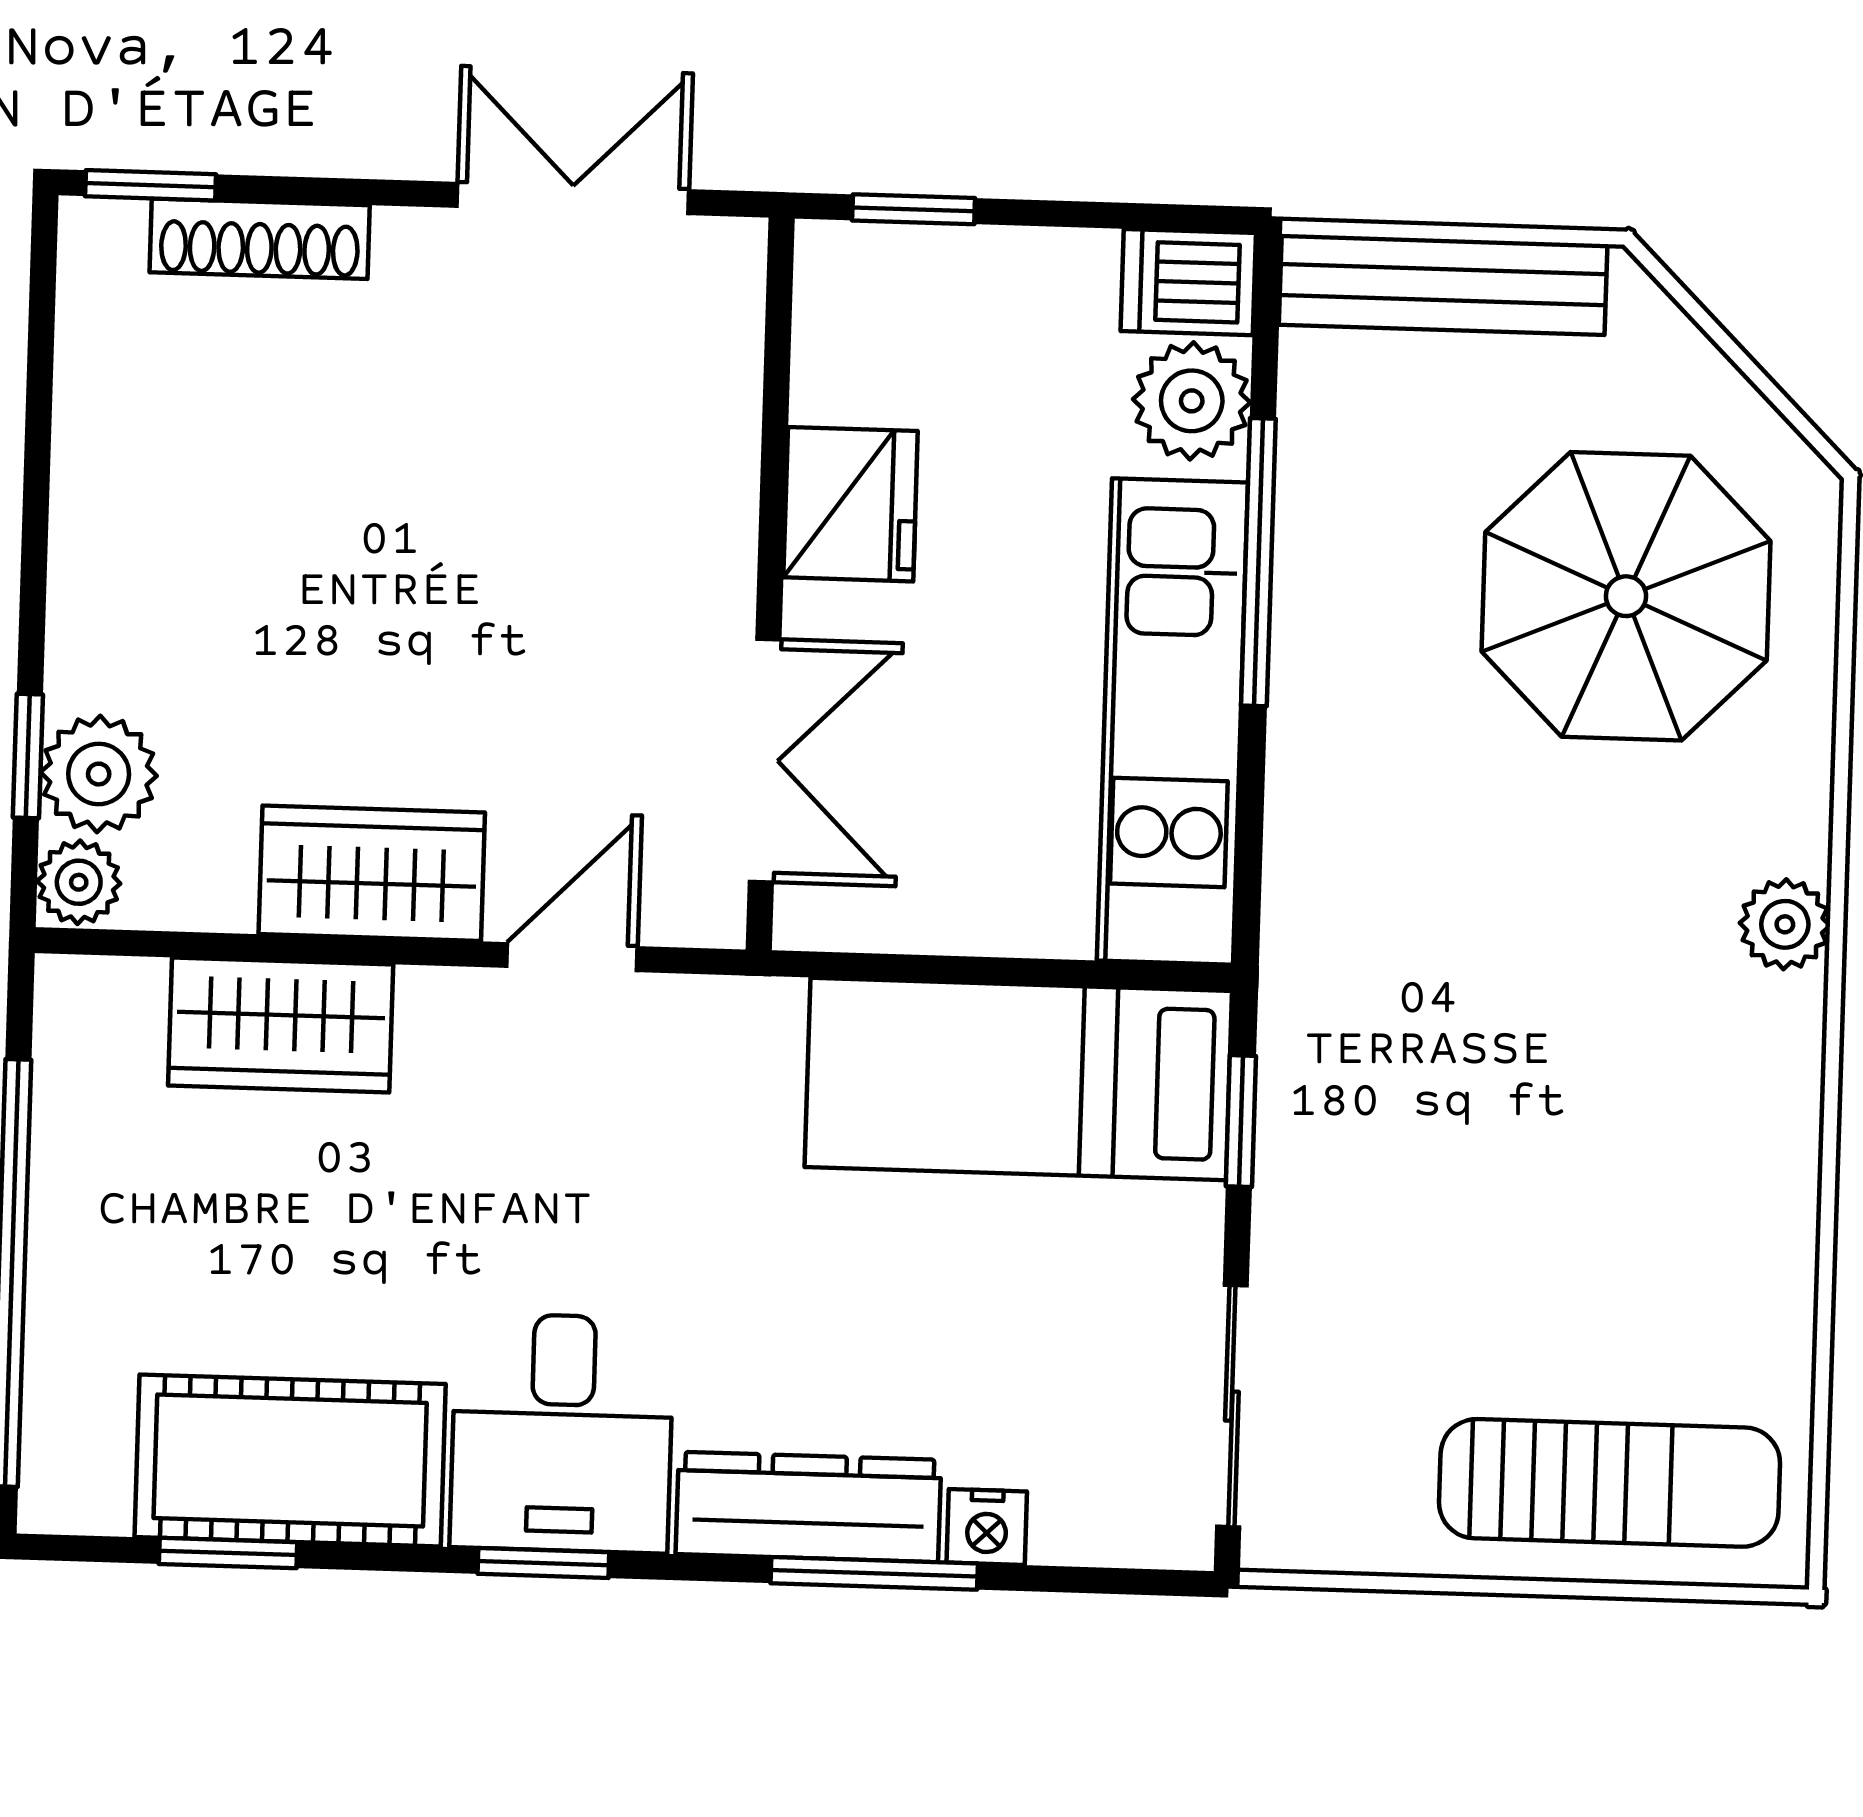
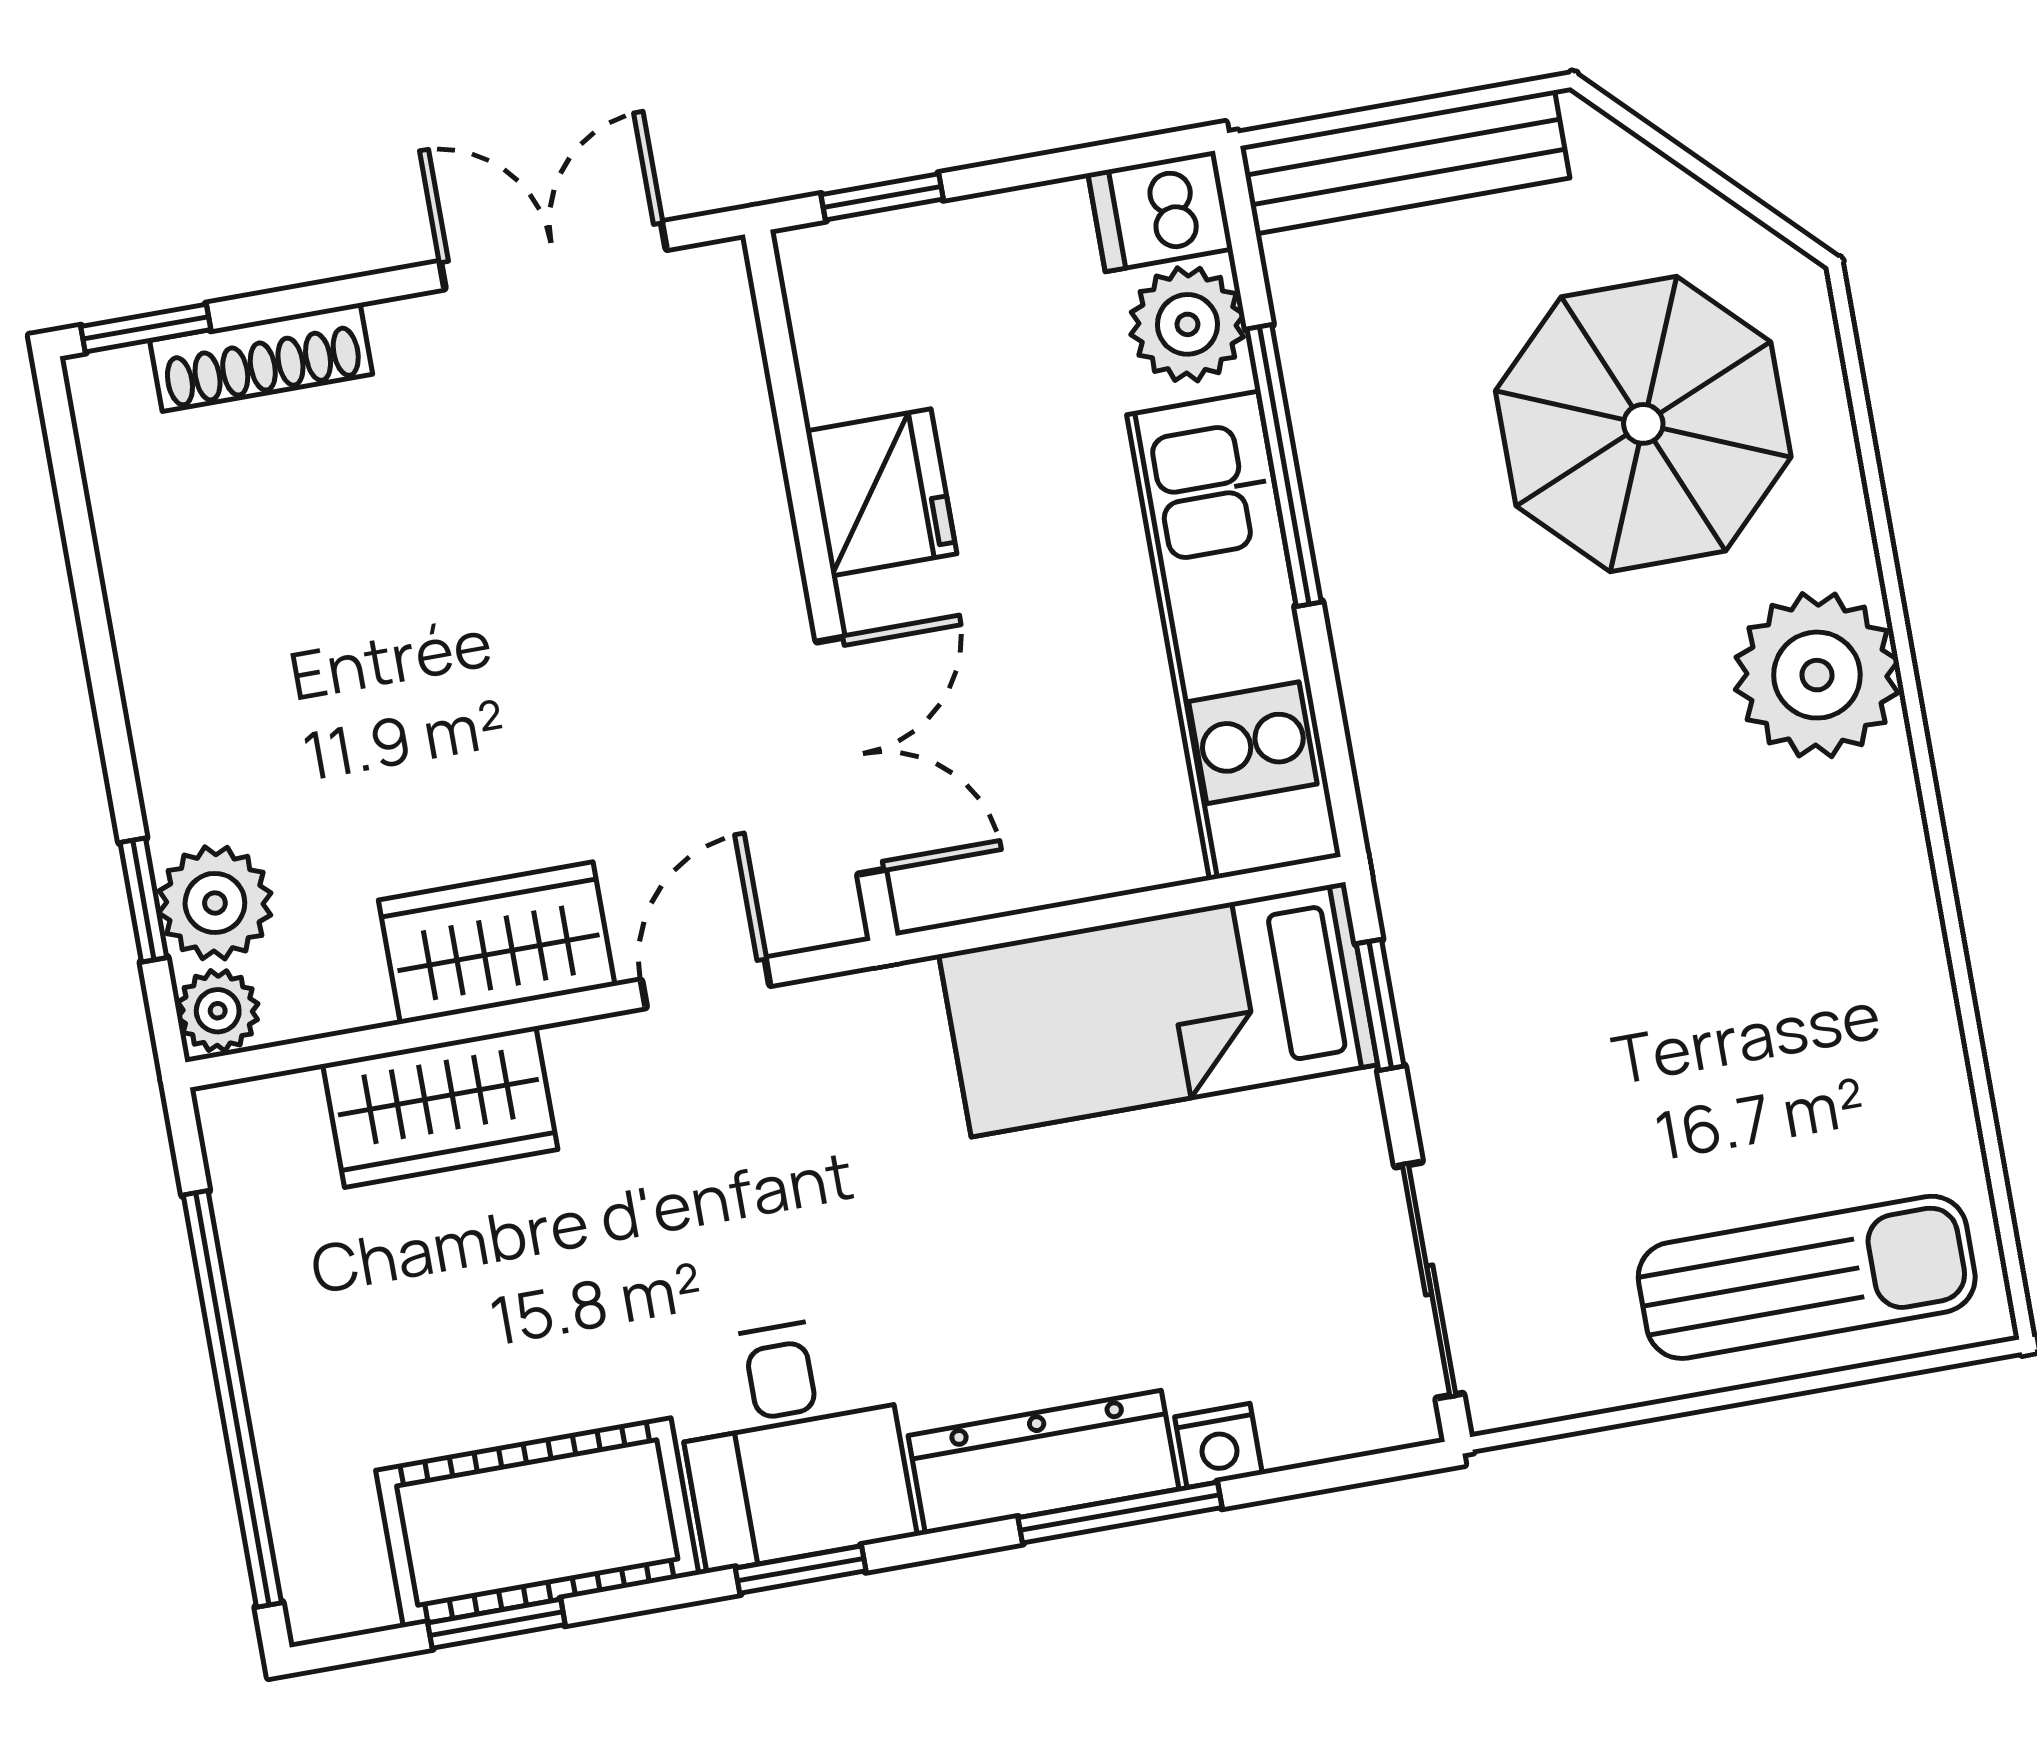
plant: (1785, 924) -> (1817, 675), width x1.88, depth x1.88

